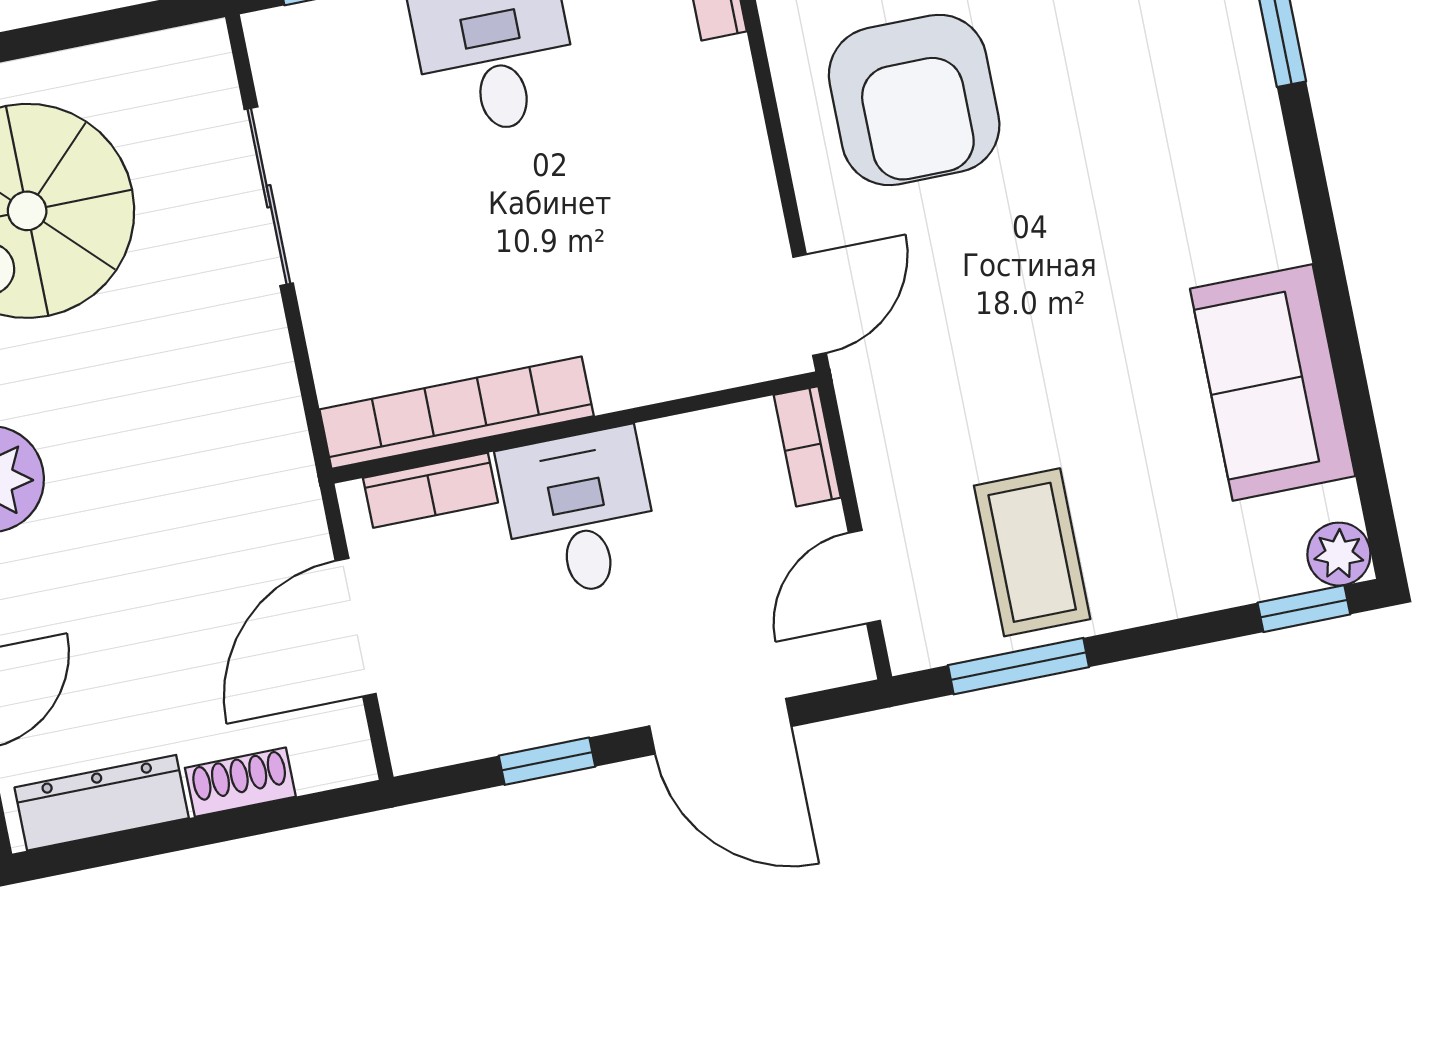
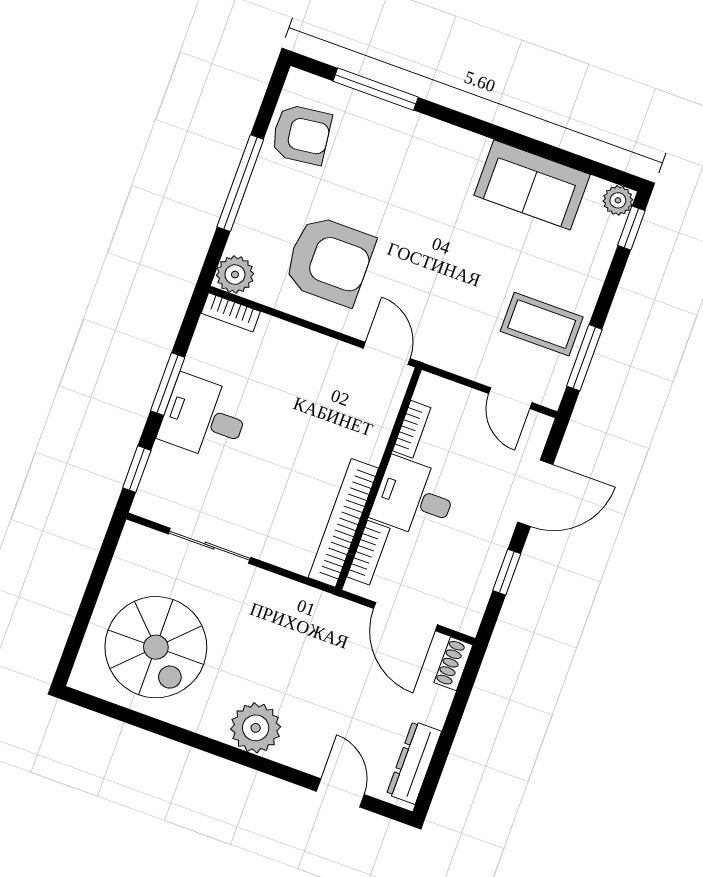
bookcase: (807, 446) -> (412, 429), moved, turned -90
shoe rack: (240, 782) -> (453, 664), moved

